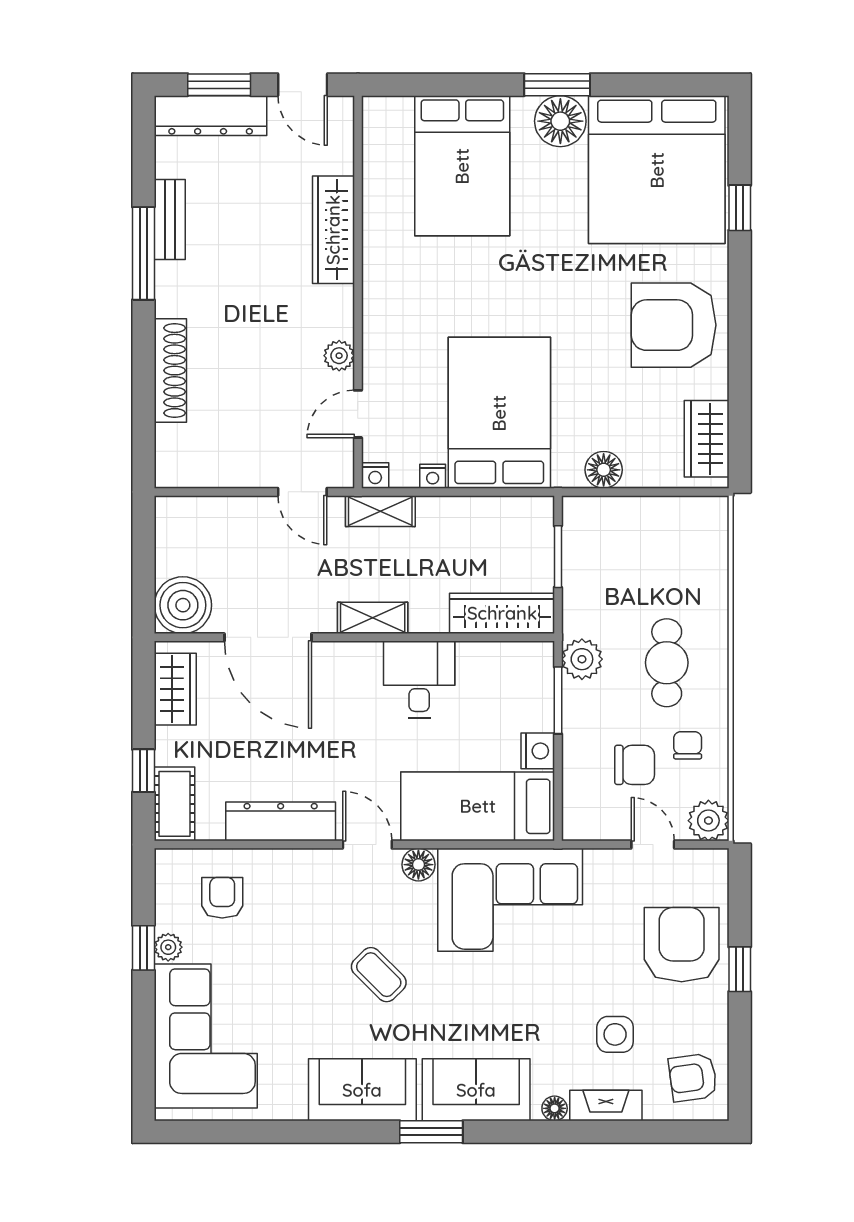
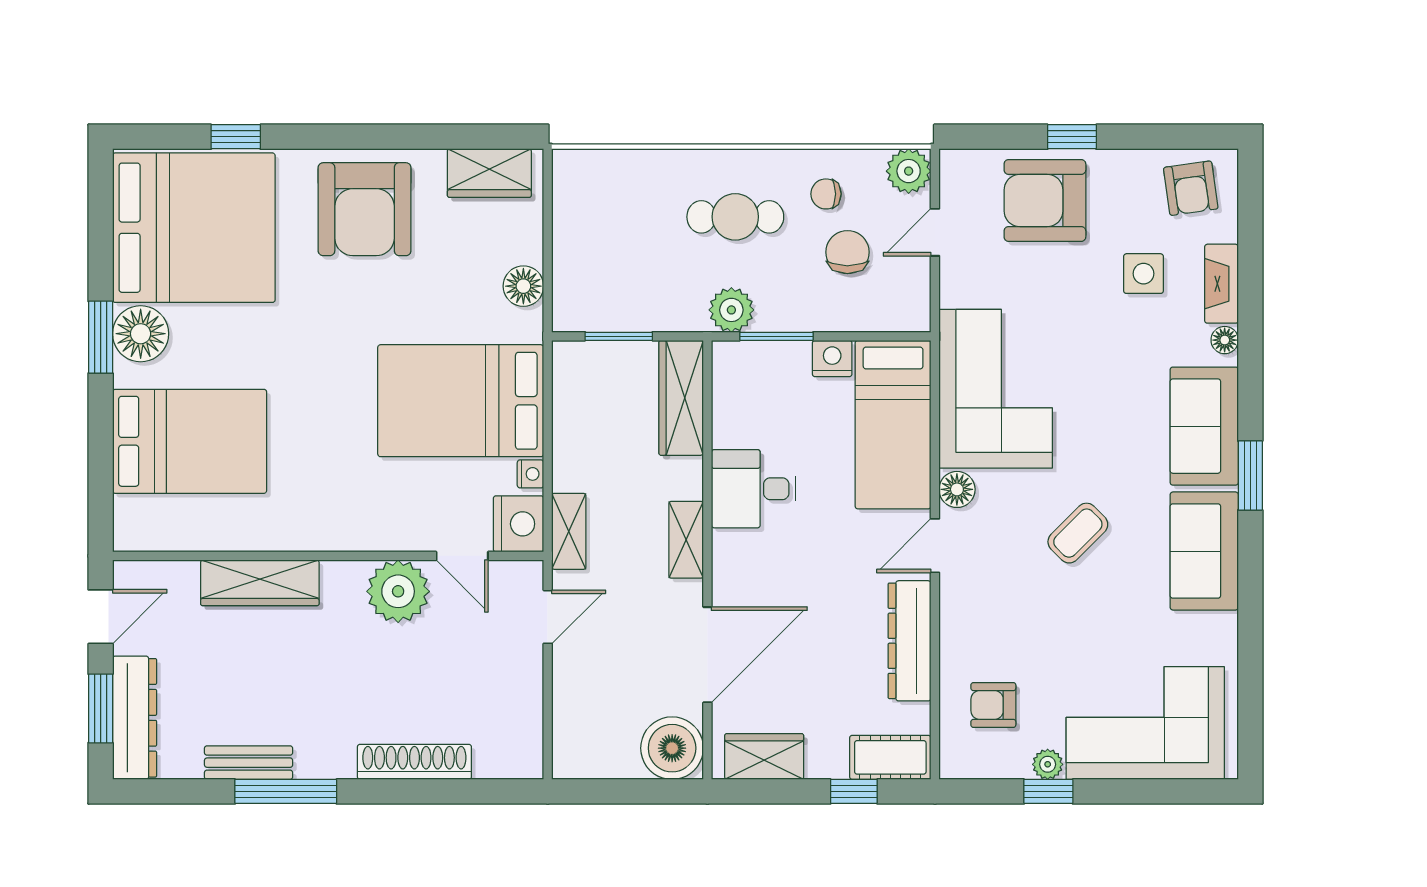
plant: (339, 356) -> (398, 591), width x1.88, depth x1.88
nightstand: (375, 475) -> (519, 524), width x1.89, depth x1.79

